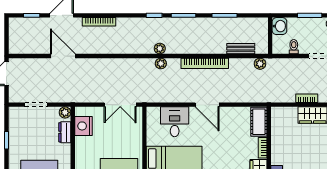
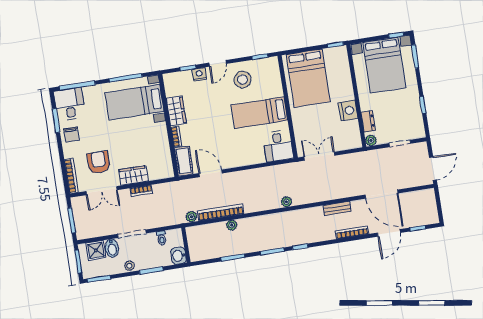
plant: (160, 49) -> (232, 225), moved
bench: (241, 49) -> (337, 208), moved
door: (63, 56) -> (382, 194), width x1.36
bookcase: (205, 63) -> (221, 212), moved
door: (207, 105) -> (211, 173), moved
desk: (175, 122) -> (278, 146), moved
nightstand: (83, 126) -> (348, 111), moved

